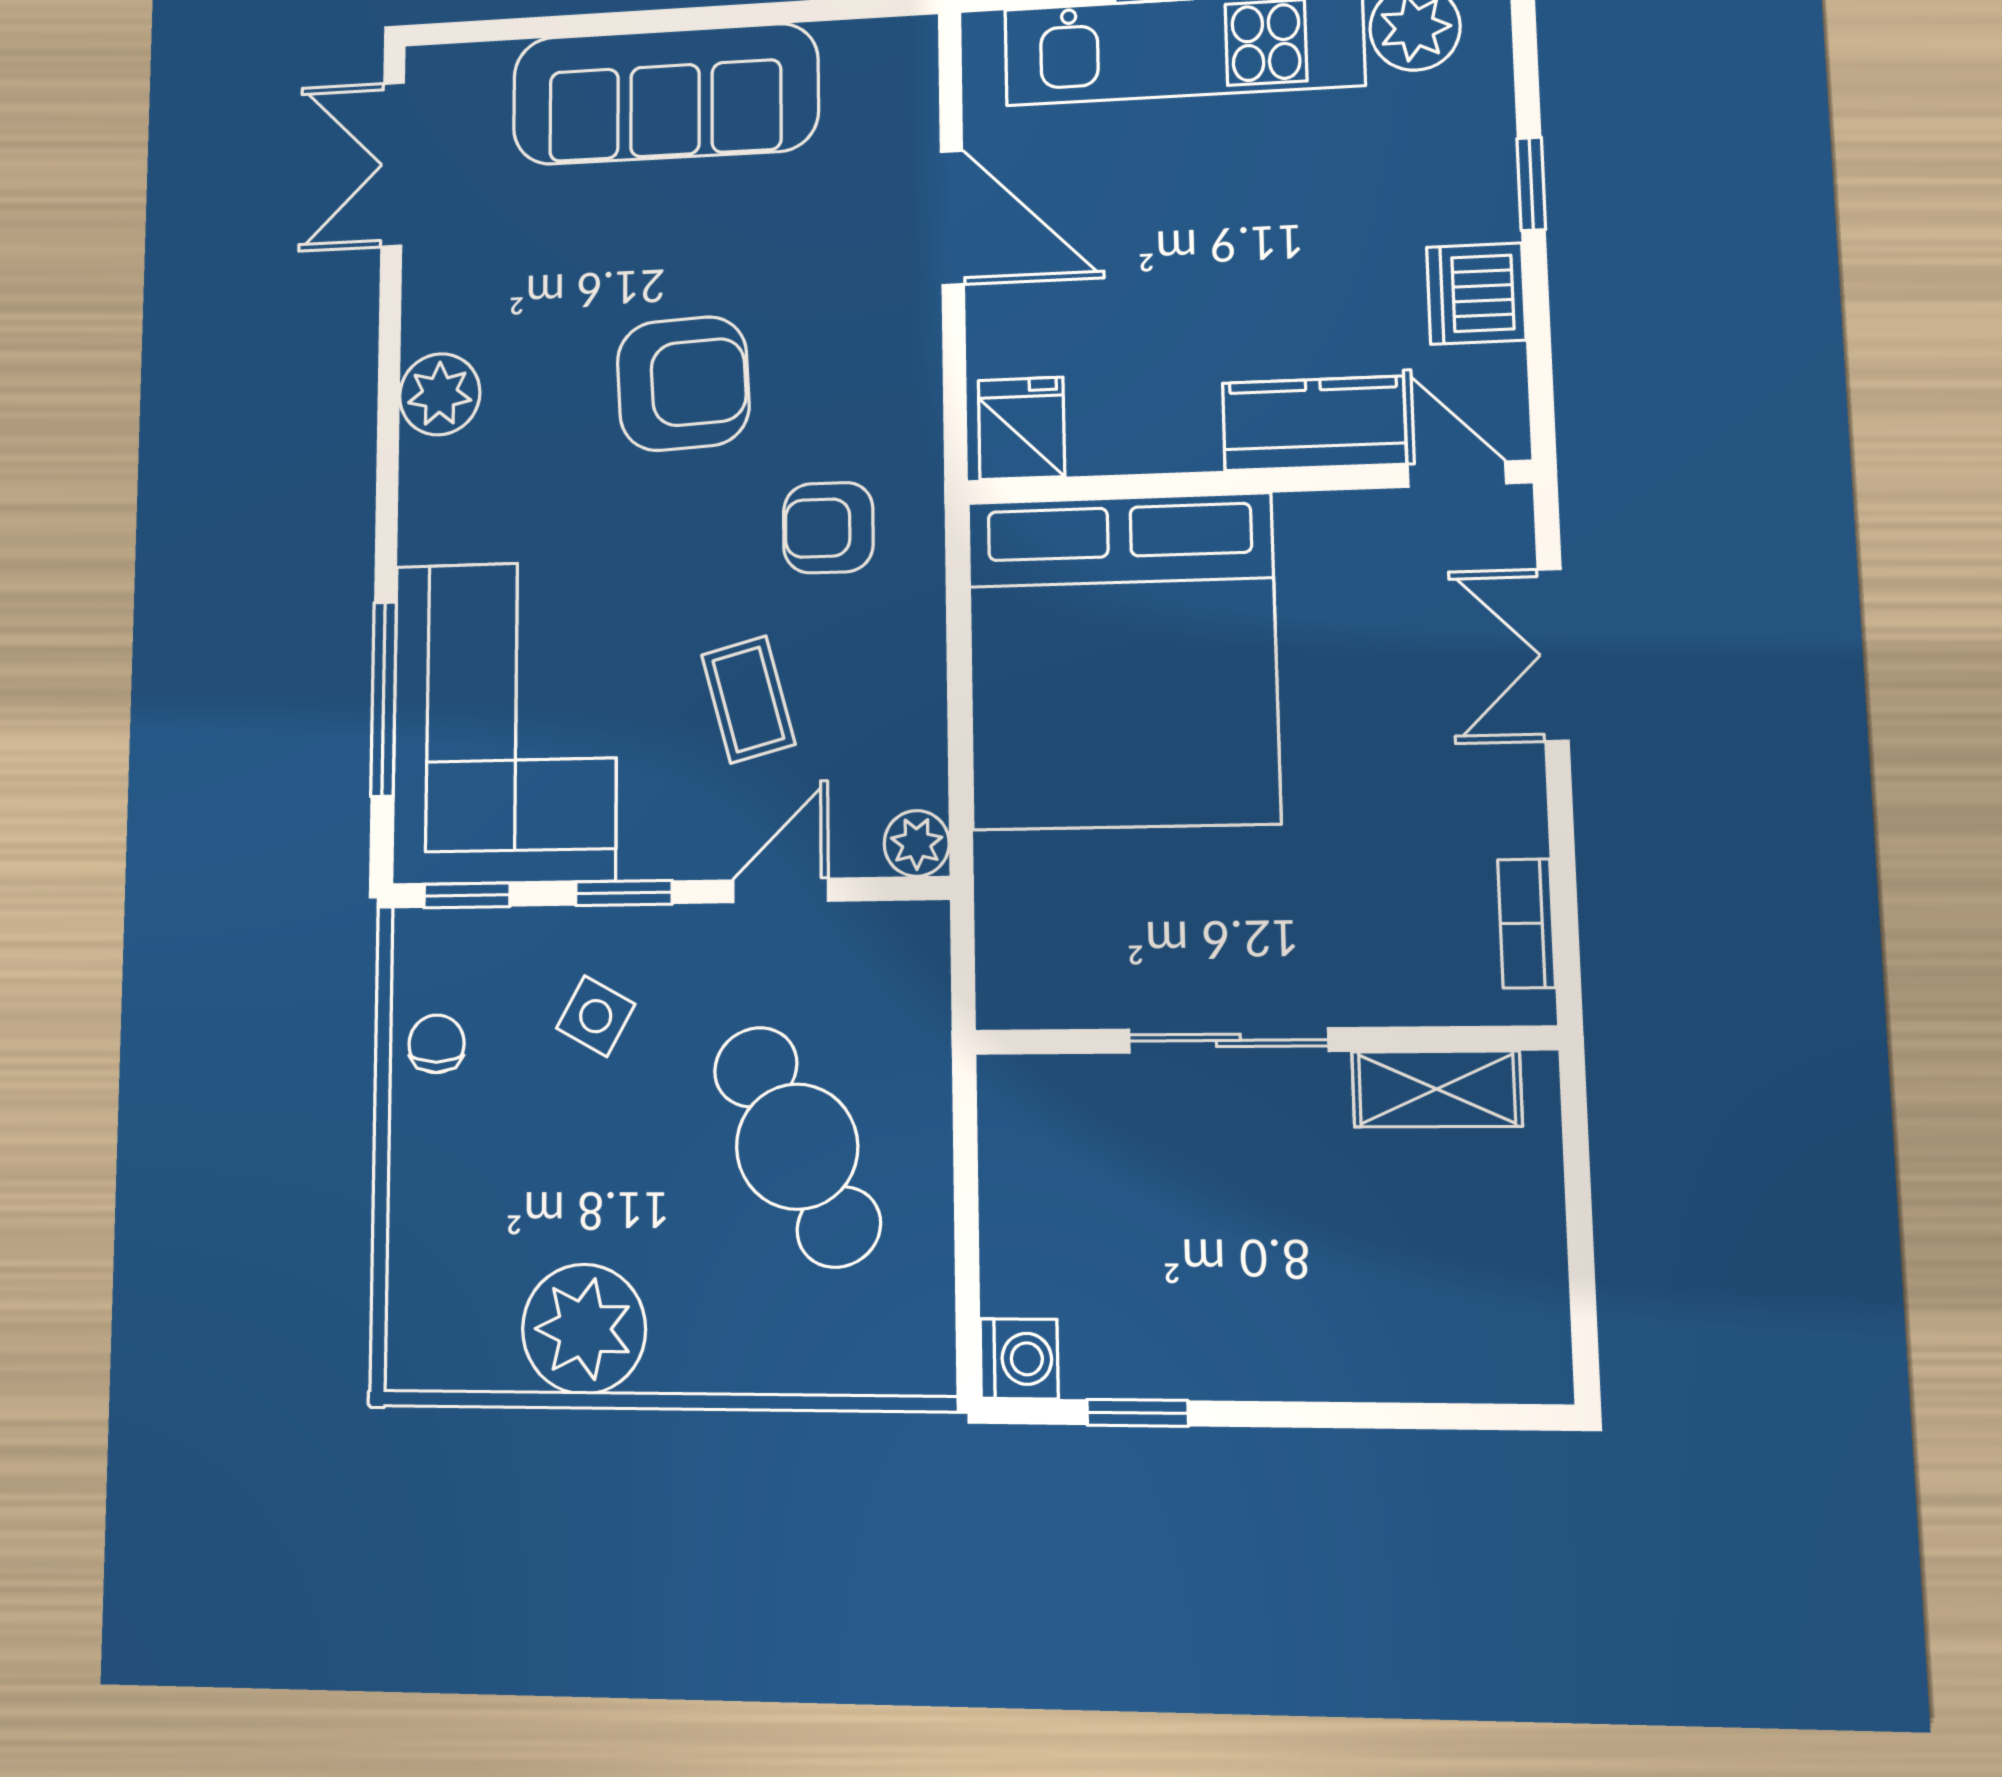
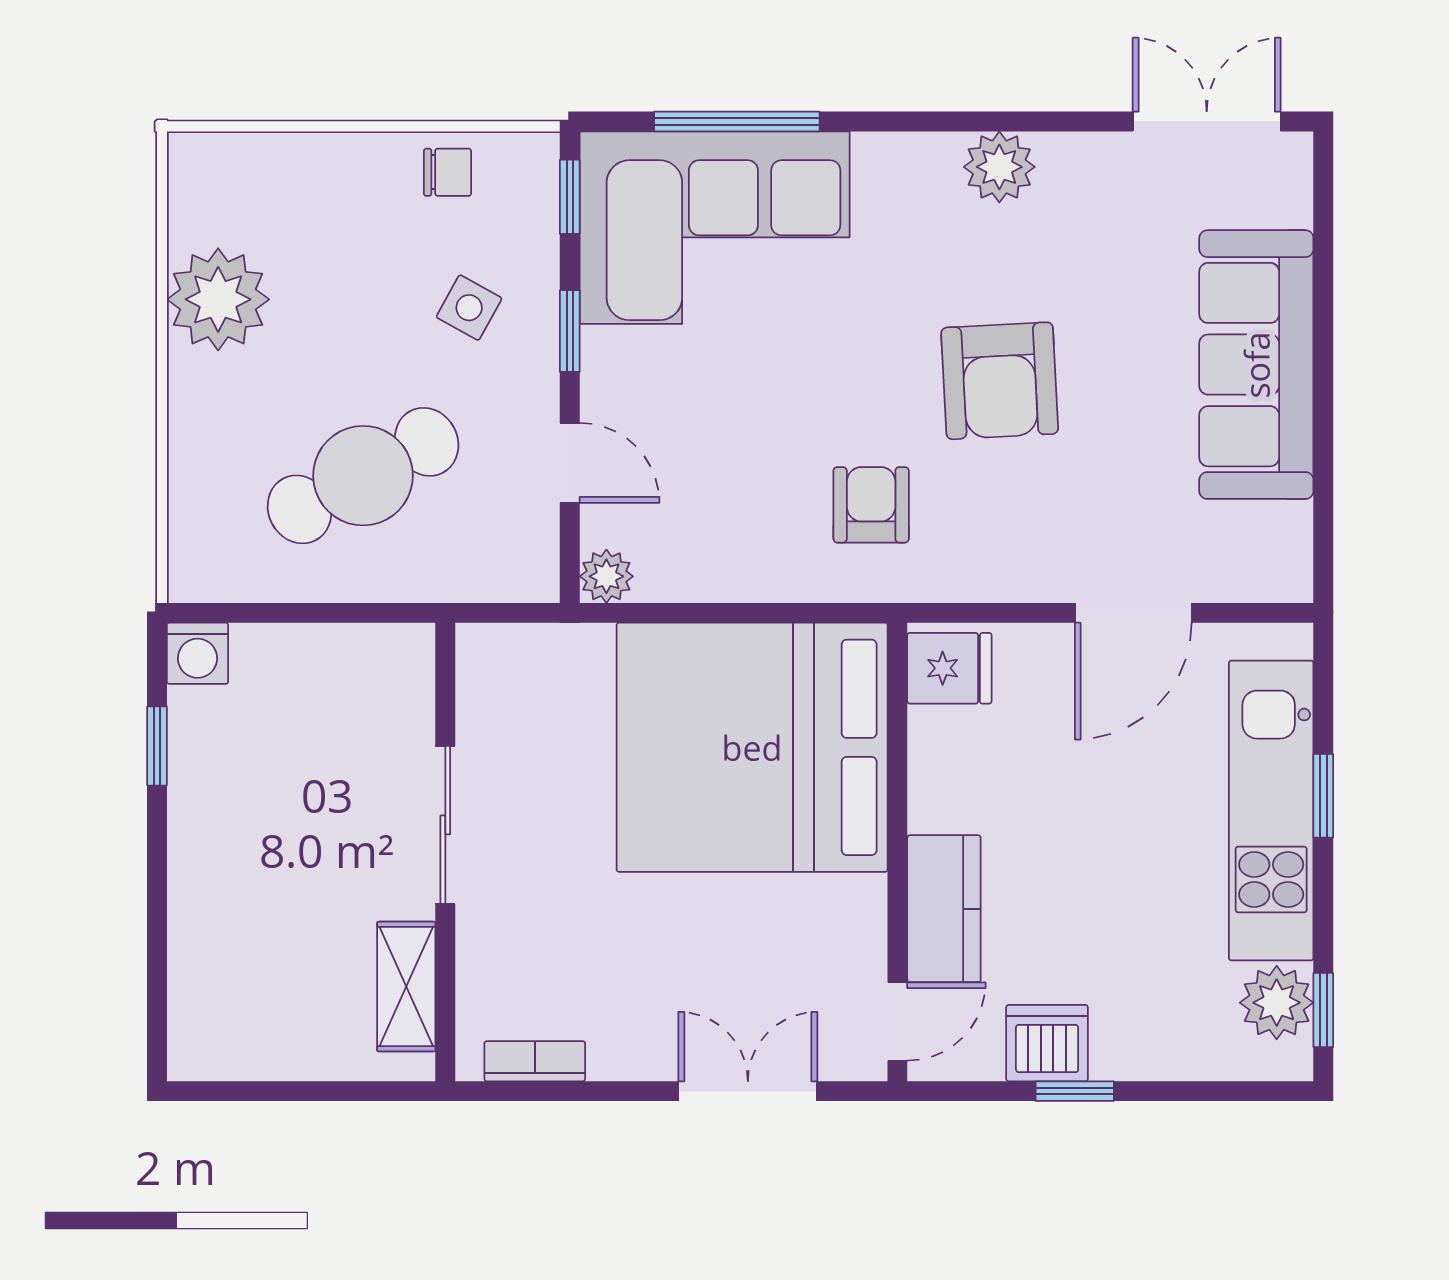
window: (1531, 184) -> (1075, 1091), moved
coffee table: (748, 699) -> (728, 436), removed

